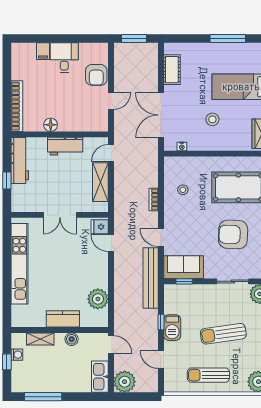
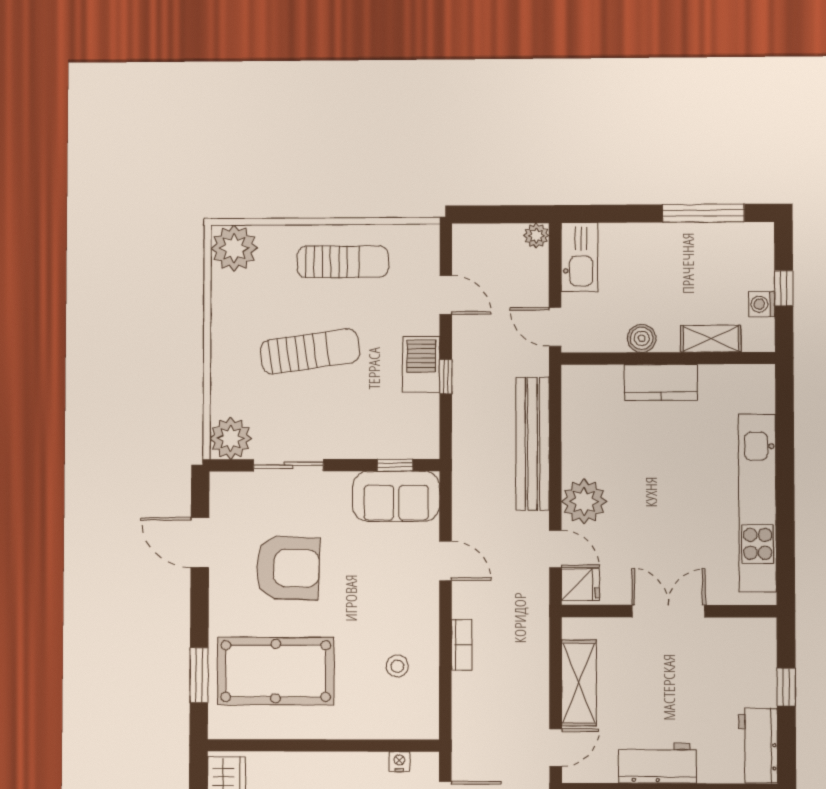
workbench: (20, 160) -> (758, 746), width x0.73
bench: (151, 278) -> (533, 444), moved
plant: (98, 299) -> (584, 501), moved
plant: (125, 382) -> (536, 236), width x0.53, depth x0.53

